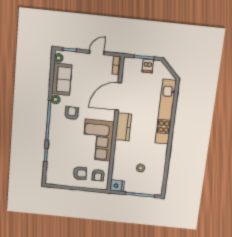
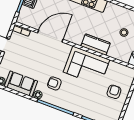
door: (118, 96) -> (50, 36), swing flipped
kitchen counter: (123, 127) -> (96, 45), moved
armchair: (98, 175) -> (120, 75), removed

